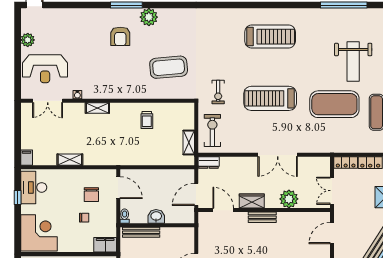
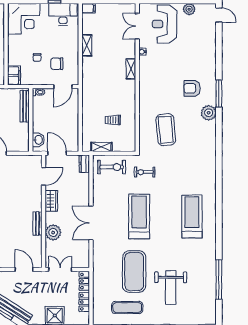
treadmill: (270, 37) -> (192, 216), turned 180
weight bench: (353, 61) -> (171, 287), turned -90
trolley: (147, 120) -> (113, 120), moved
washbasin: (156, 216) -> (38, 140), moved
bench: (262, 217) -> (37, 224), moved

